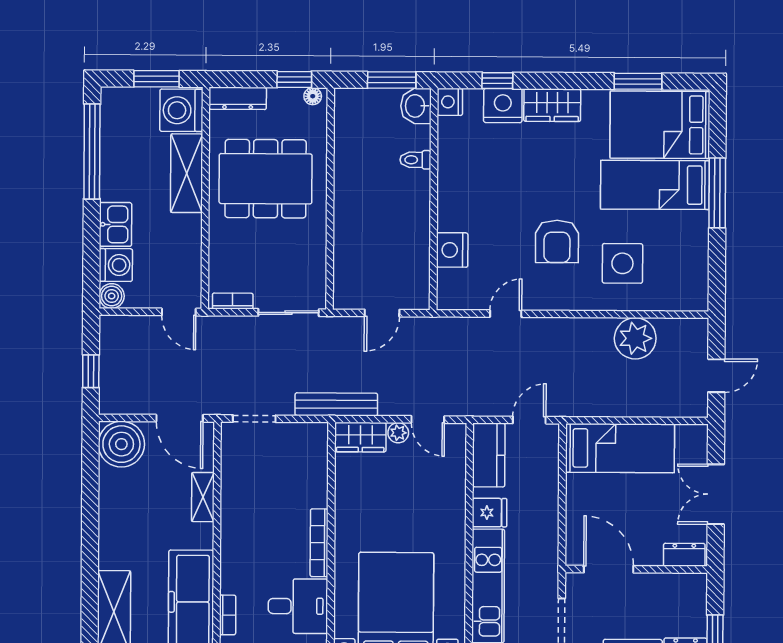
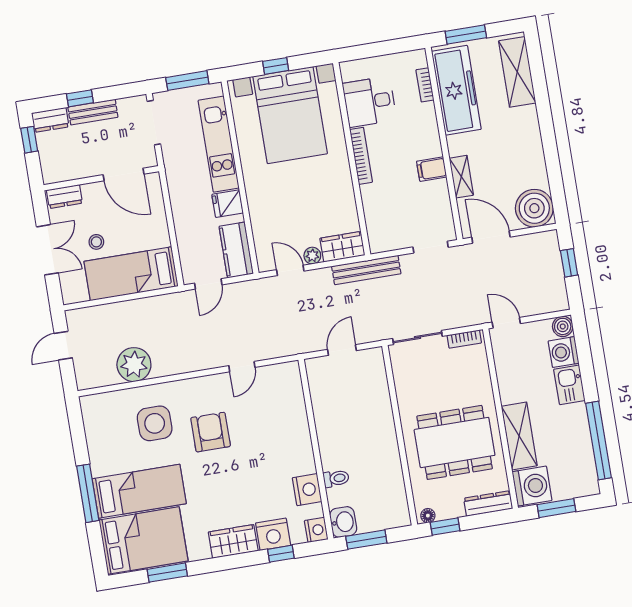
nightstand: (452, 250) -> (307, 490), moved
stool: (655, 494) -> (96, 242), added
filing cabinet: (237, 512) -> (432, 169), added

